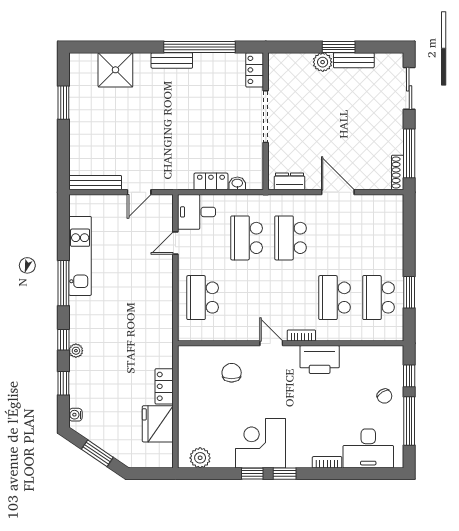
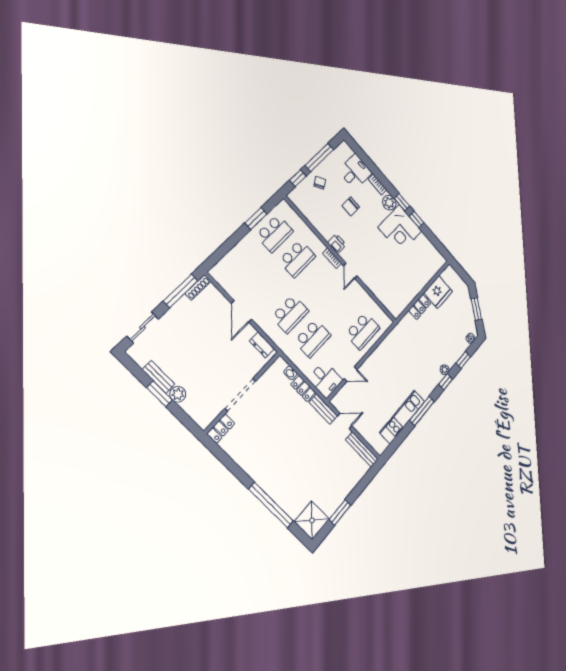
window: (200, 47) -> (271, 505), moved
bench: (172, 60) -> (323, 409), moved
shower: (115, 70) -> (312, 520), moved
printer: (320, 360) -> (337, 244), width x0.53, depth x0.68
chair: (232, 373) -> (351, 206), moved
desk: (368, 448) -> (355, 172), width x0.73
plant: (200, 458) -> (389, 203), moved

